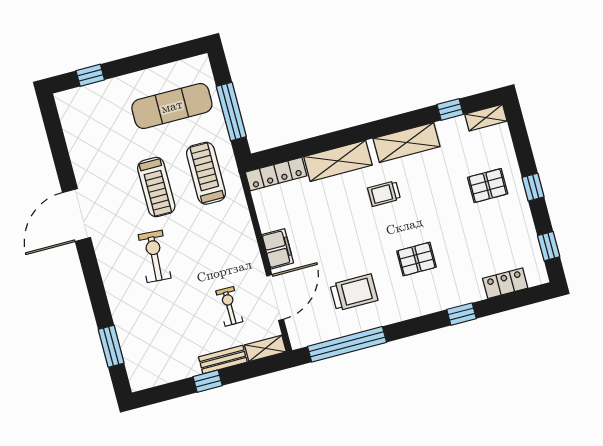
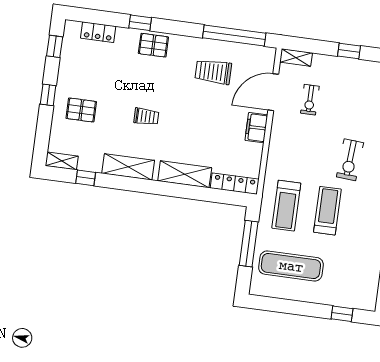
trolley: (384, 194) -> (146, 117), moved
pallet: (416, 259) -> (153, 45), moved
bench: (223, 360) -> (331, 62), removed

